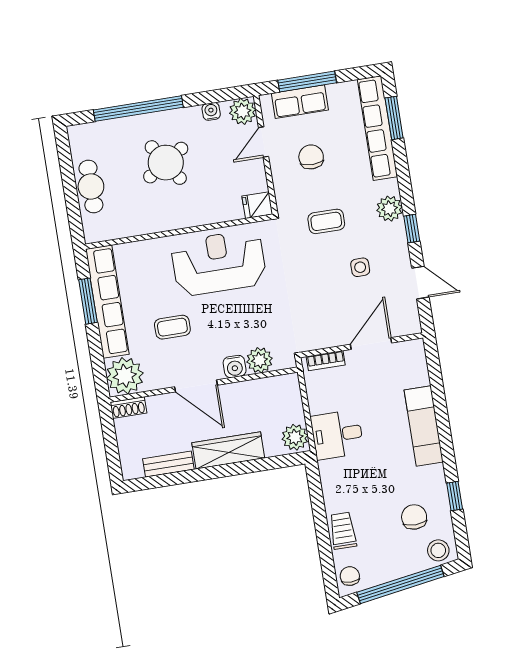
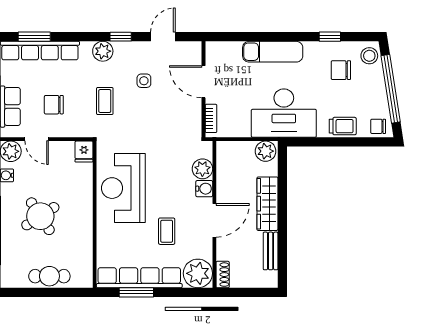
desk: (337, 435) -> (284, 113), width x1.87, depth x1.30
trolley: (343, 531) -> (343, 126), turned 180

